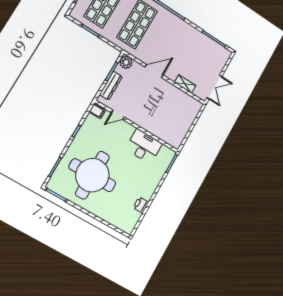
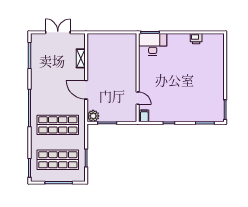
dresser: (111, 86) -> (118, 117), removed
double door: (214, 87) -> (58, 32), moved
desk: (144, 146) -> (153, 44), moved, turned 90
round table: (92, 175) -> (195, 91), removed

